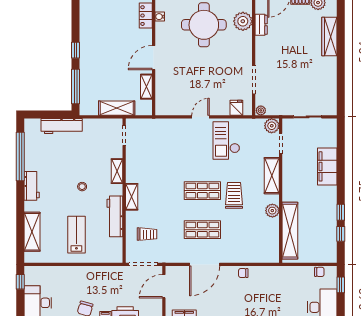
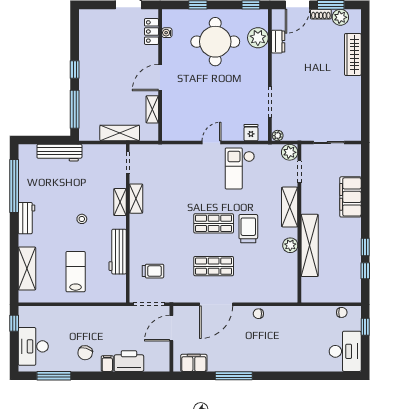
shelving: (132, 197) -> (136, 199), moved
shelving: (290, 231) -> (310, 245), moved

